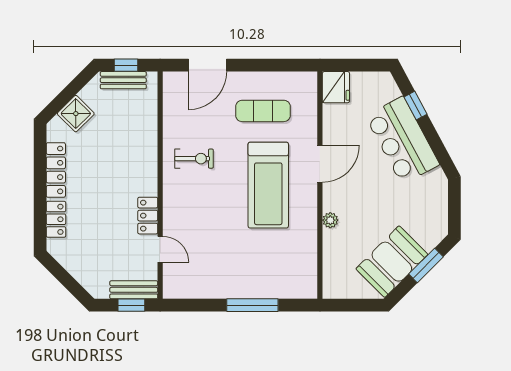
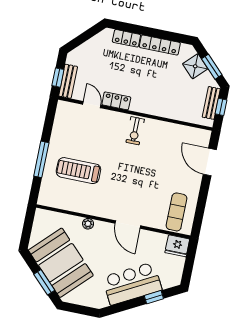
window: (72, 90) -> (212, 67), added
exercise mat: (263, 111) -> (176, 212), moved
exercise bike: (194, 159) -> (135, 131), moved
treadmill: (268, 185) -> (78, 171), moved, width x0.73, depth x0.73
door: (160, 249) -> (92, 105), swing flipped
booth: (392, 262) -> (61, 263), width x1.36, depth x1.42

